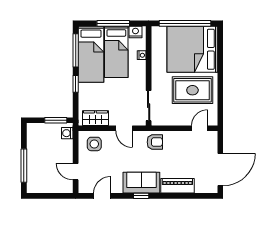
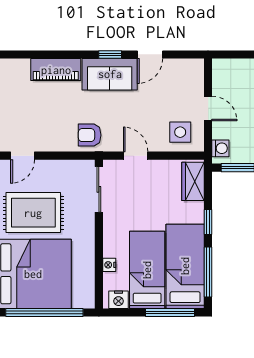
window: (113, 23) -> (170, 313), moved
wardrobe: (95, 118) -> (193, 181), moved, turned 90
door: (76, 172) -> (208, 109), moved
door: (102, 196) -> (150, 54), moved

